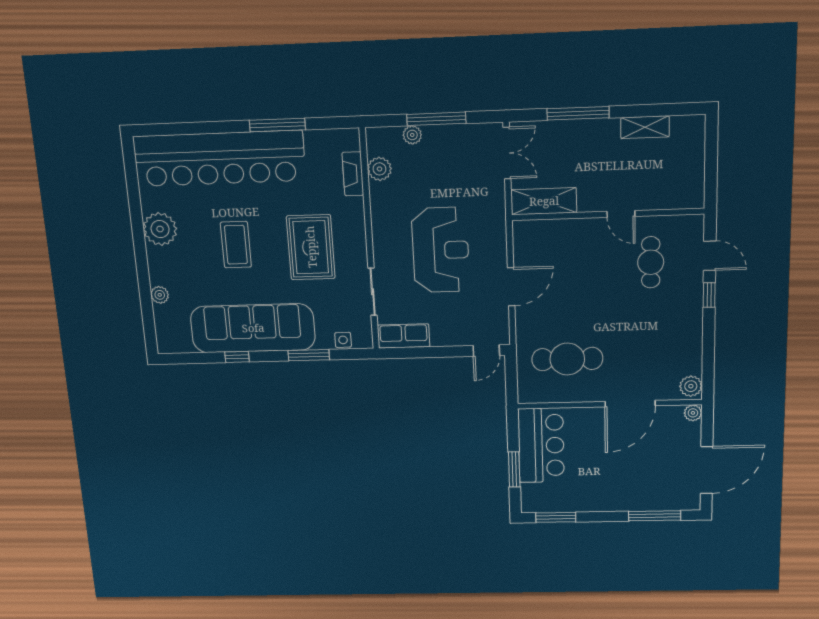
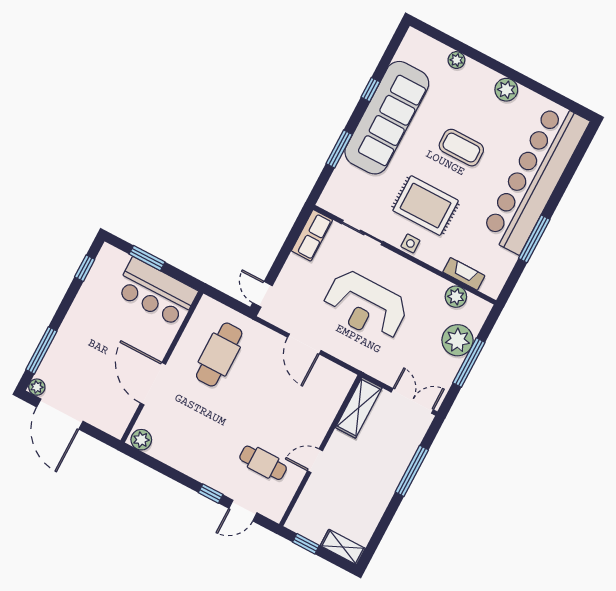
shelving: (645, 127) -> (343, 547), moved, turned 90
plant: (412, 135) -> (458, 340), width x1.87, depth x1.87
double door: (507, 153) -> (412, 401), swing flipped
window: (711, 177) -> (306, 544), added
plant: (160, 229) -> (506, 90), width x0.73, depth x0.73
side table: (343, 340) -> (410, 243), moved
plant: (693, 413) -> (37, 387), moved
window: (556, 517) -> (85, 268), width x0.67

